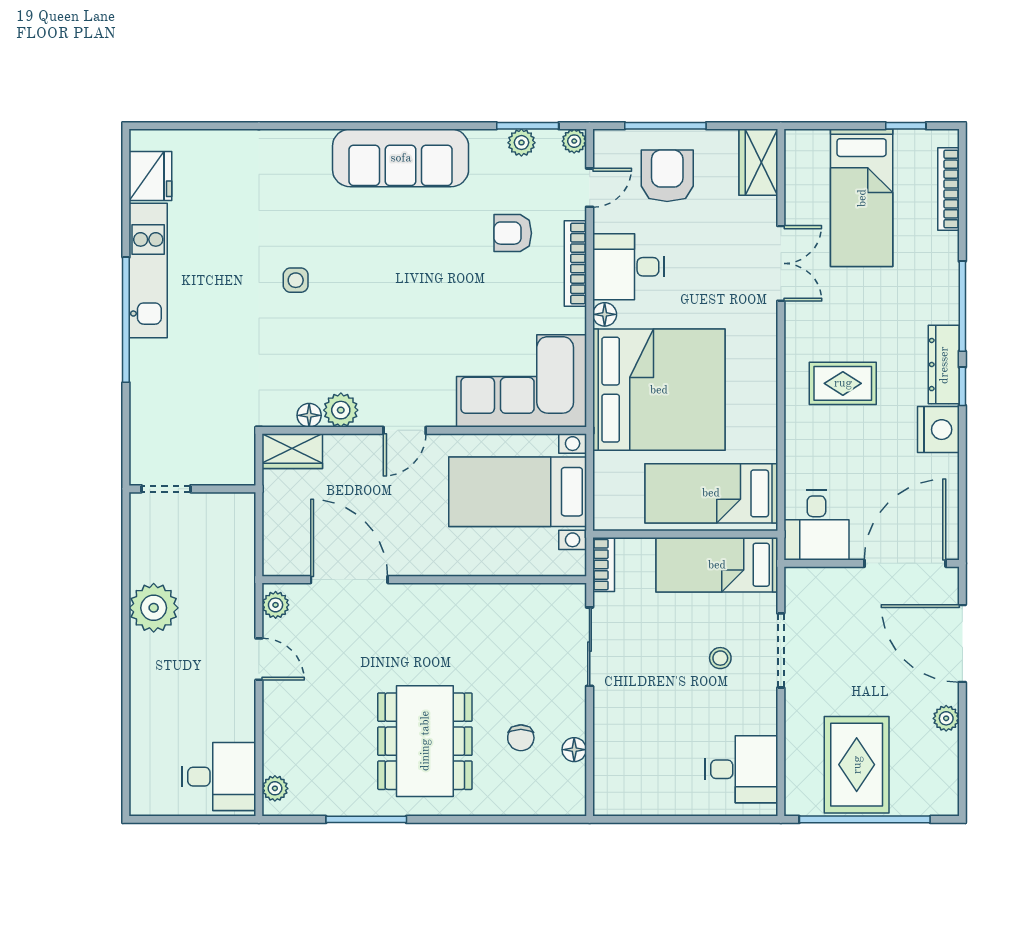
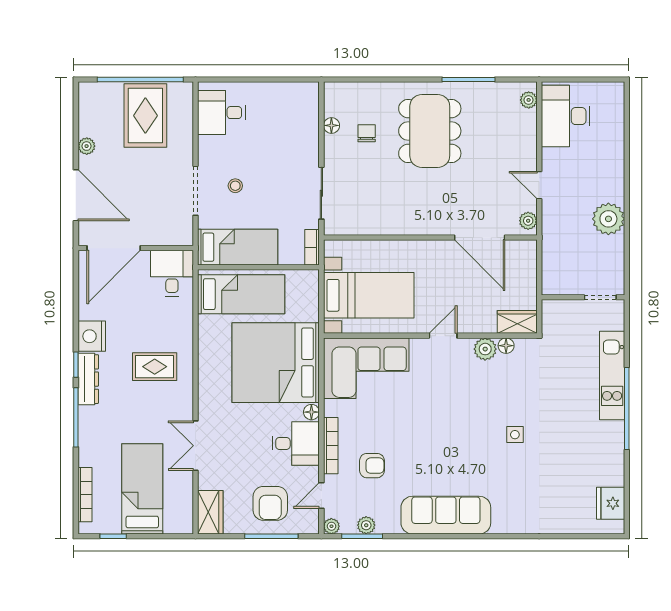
kitchen unit: (148, 270) -> (612, 375), moved
desk: (219, 777) -> (566, 116), width x1.37

